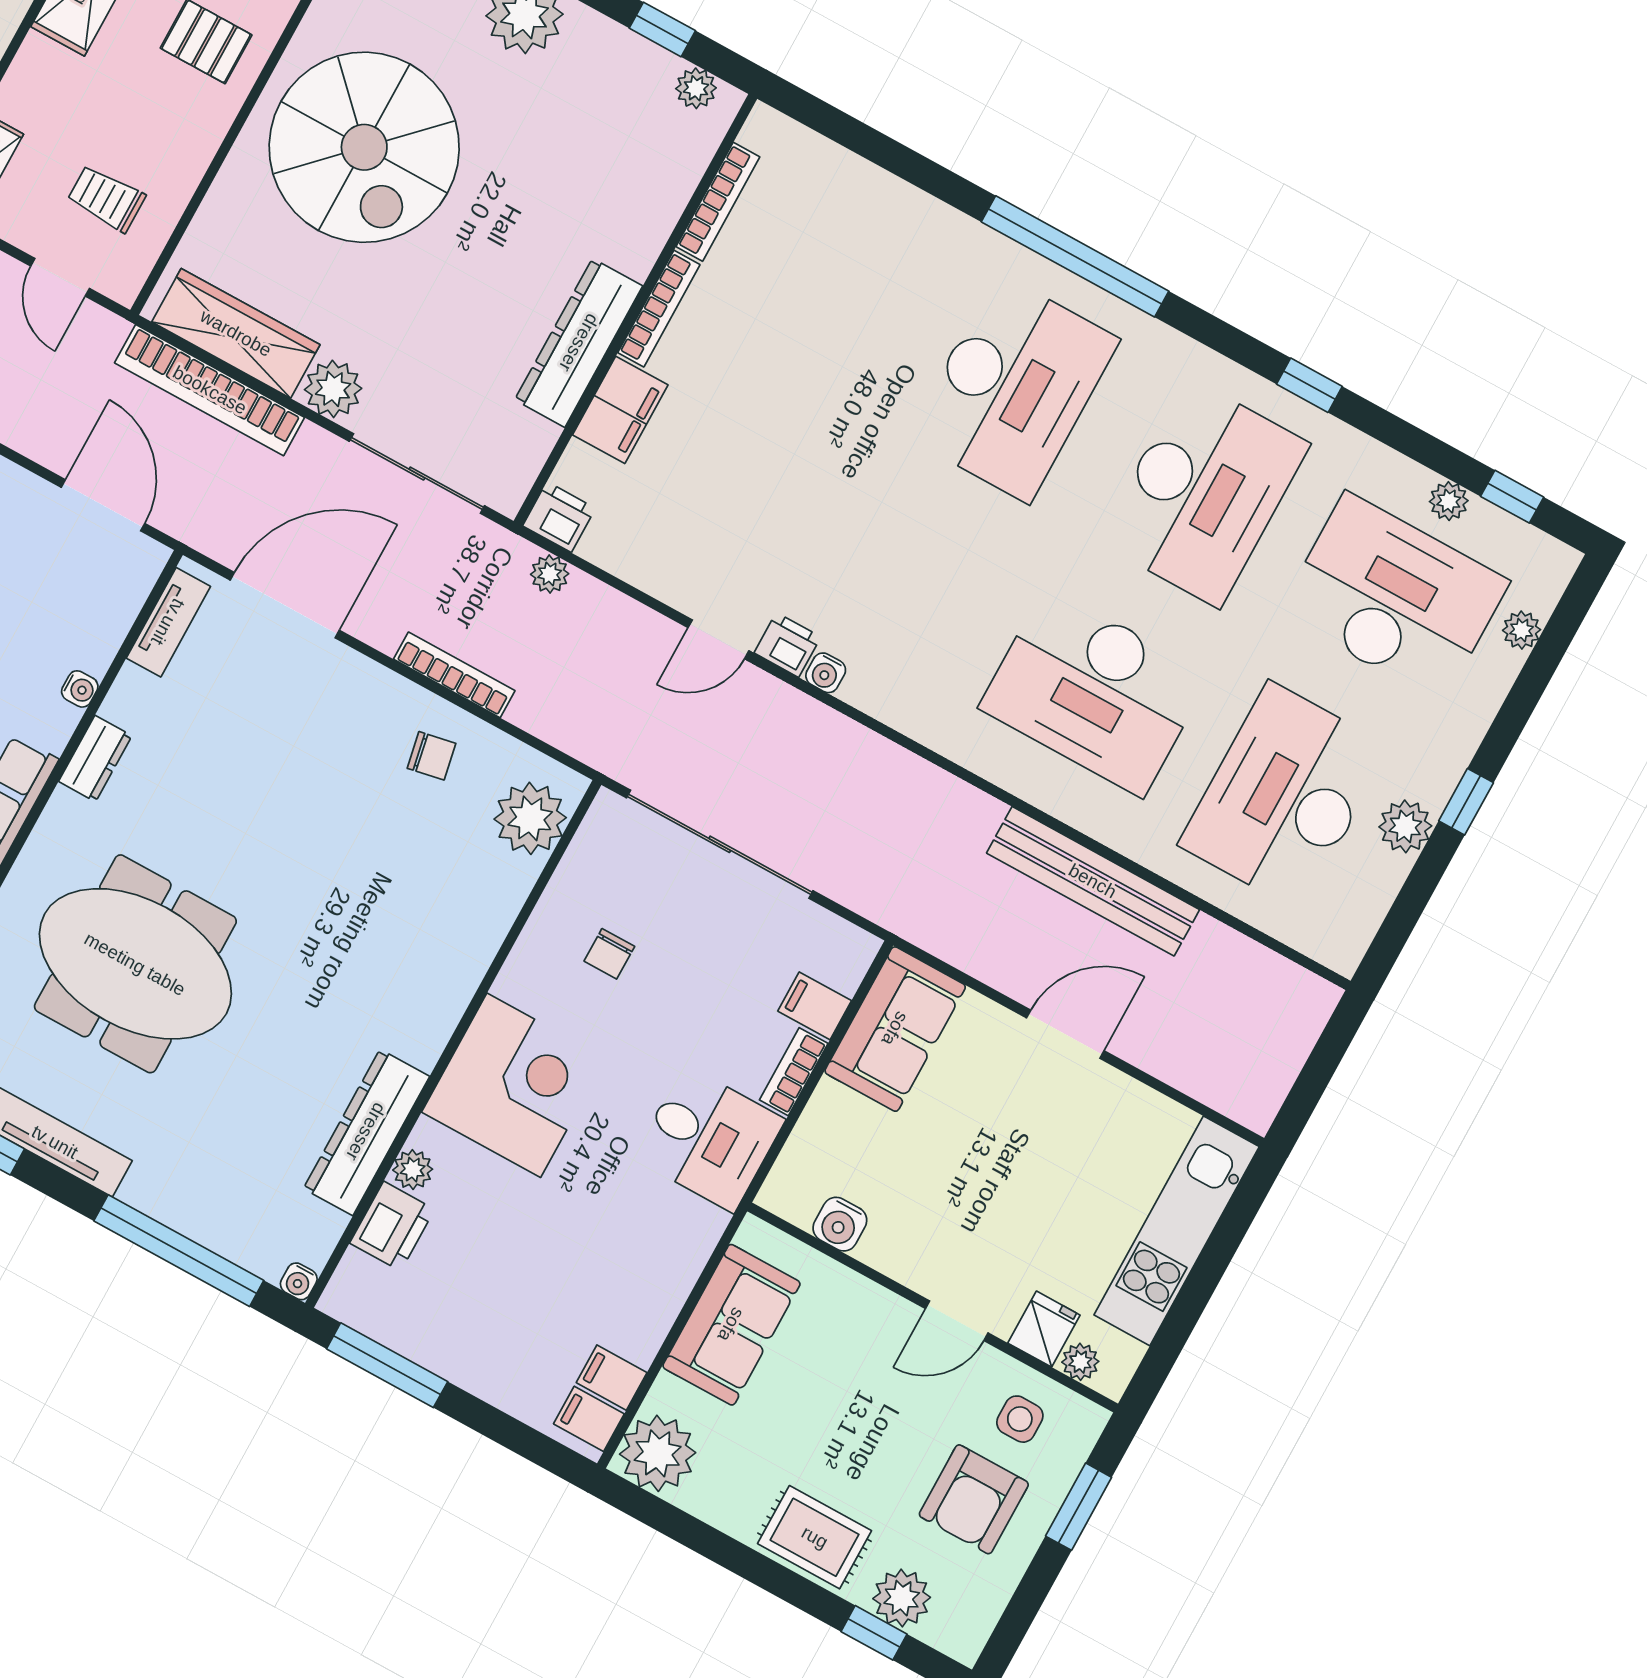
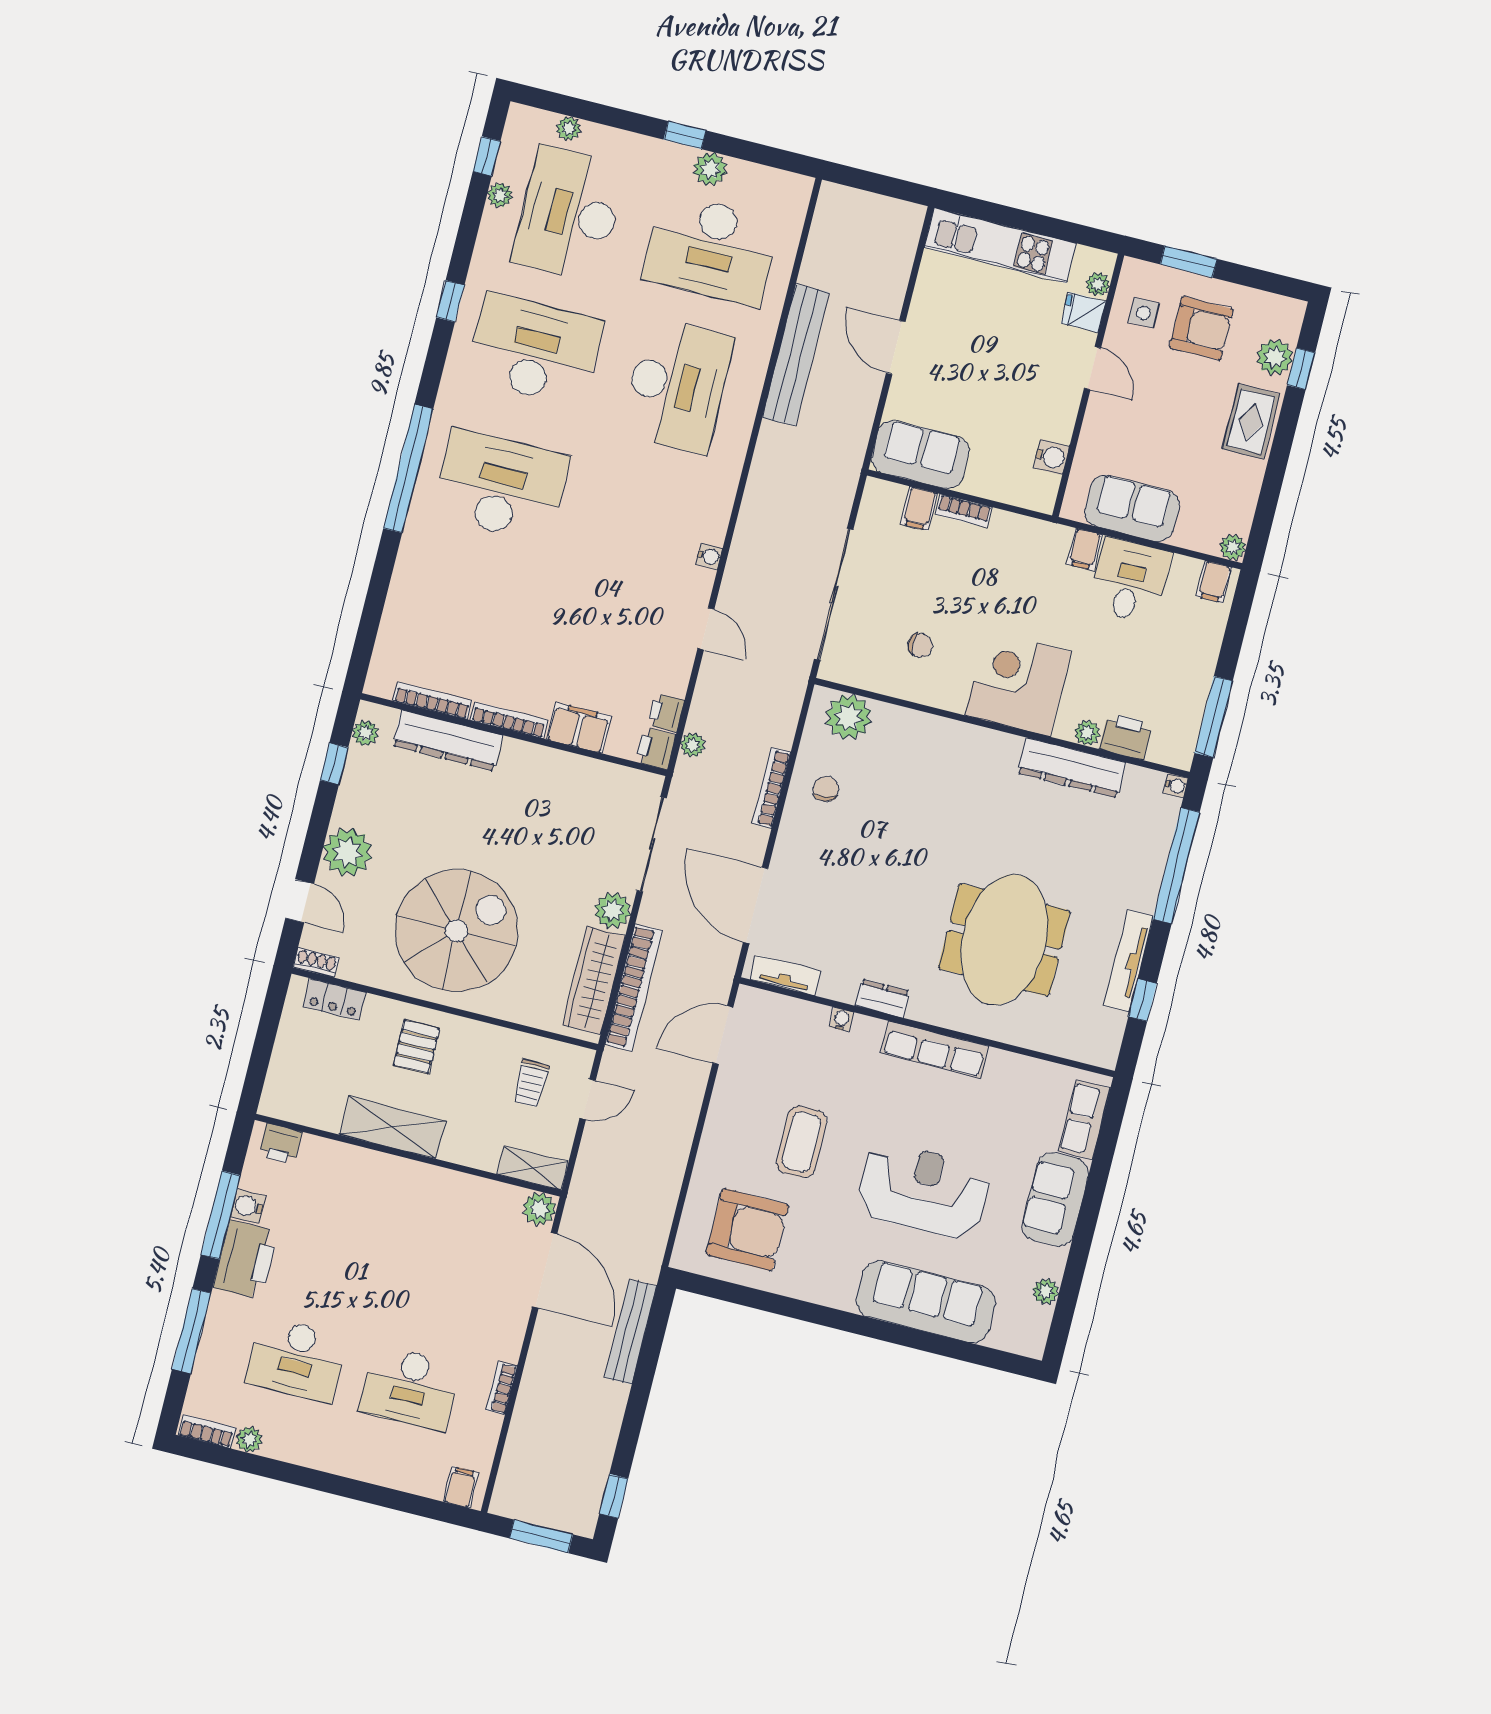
dresser: (579, 343) -> (448, 741), moved
printer: (787, 645) -> (666, 713), moved
desk: (709, 1139) -> (1130, 581), moved
filing cabinet: (612, 1378) -> (1085, 549), moved
plant: (658, 1453) -> (1233, 547), width x0.53, depth x0.53

